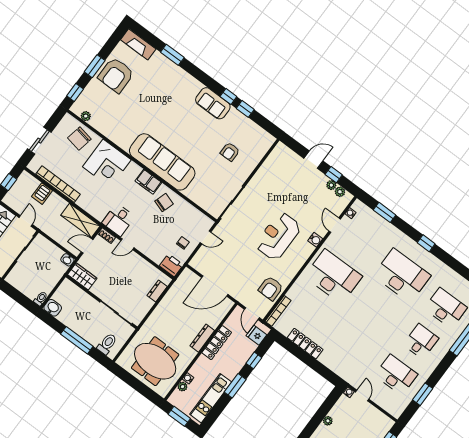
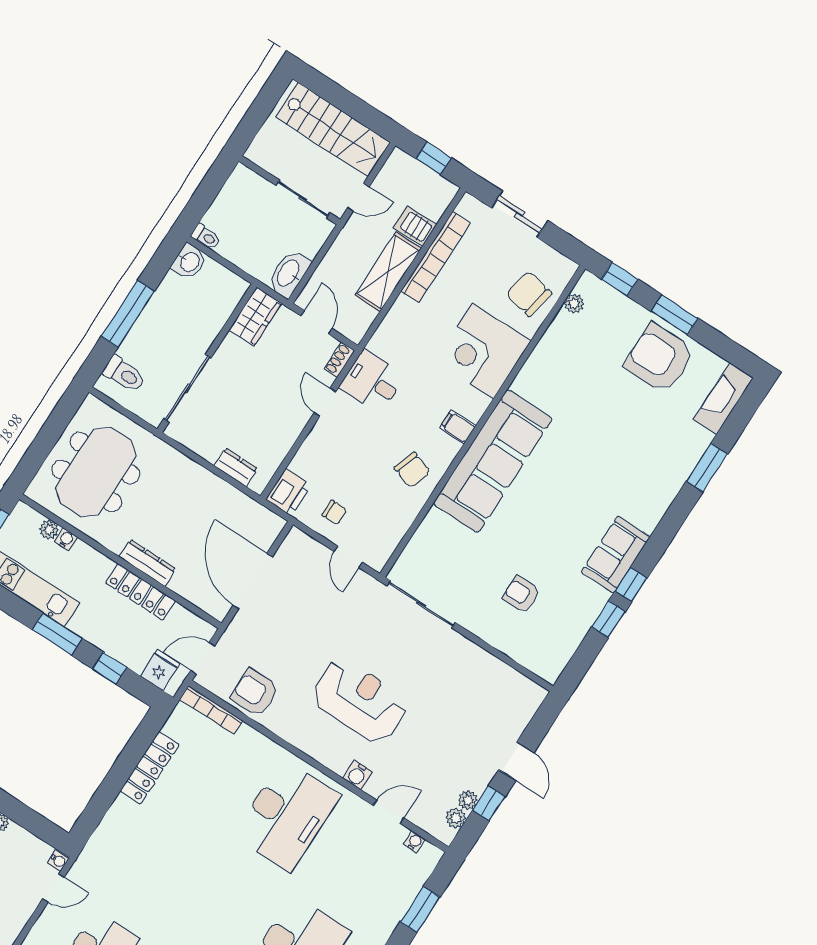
filing cabinet: (148, 182) -> (458, 427), width x0.50
shelving: (80, 221) -> (388, 272), moved
washbasin: (67, 260) -> (289, 273), width x1.91, depth x1.45

